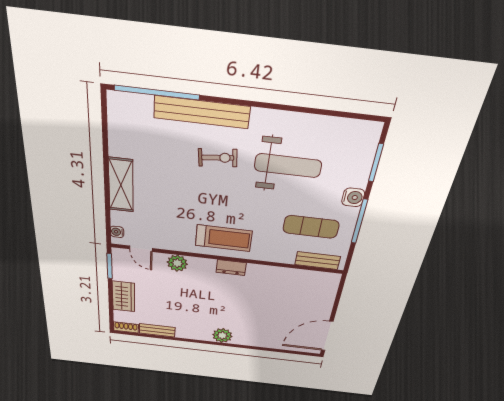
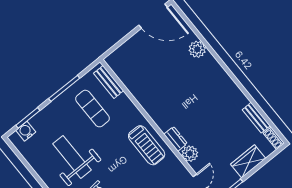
water cooler: (353, 197) -> (26, 131), moved
treadmill: (224, 238) -> (147, 145), turned 180
dresser: (231, 268) -> (176, 139), moved
plant: (222, 336) -> (197, 49), moved

